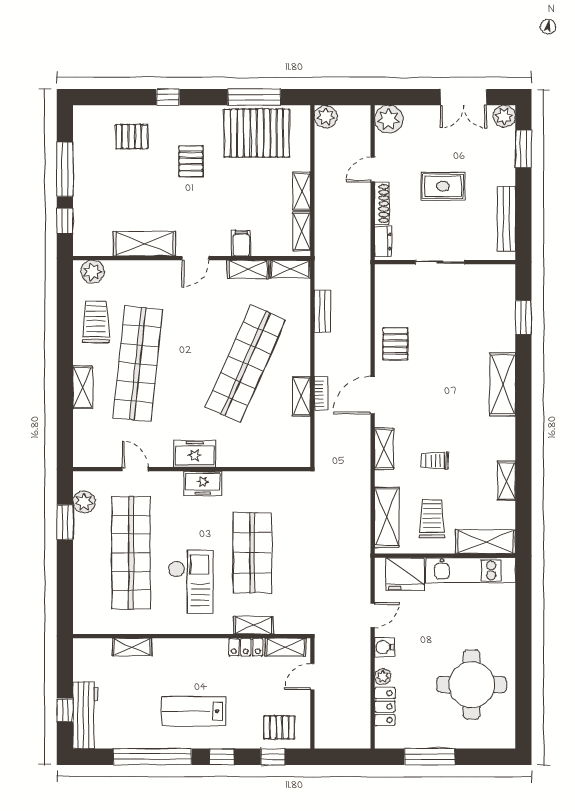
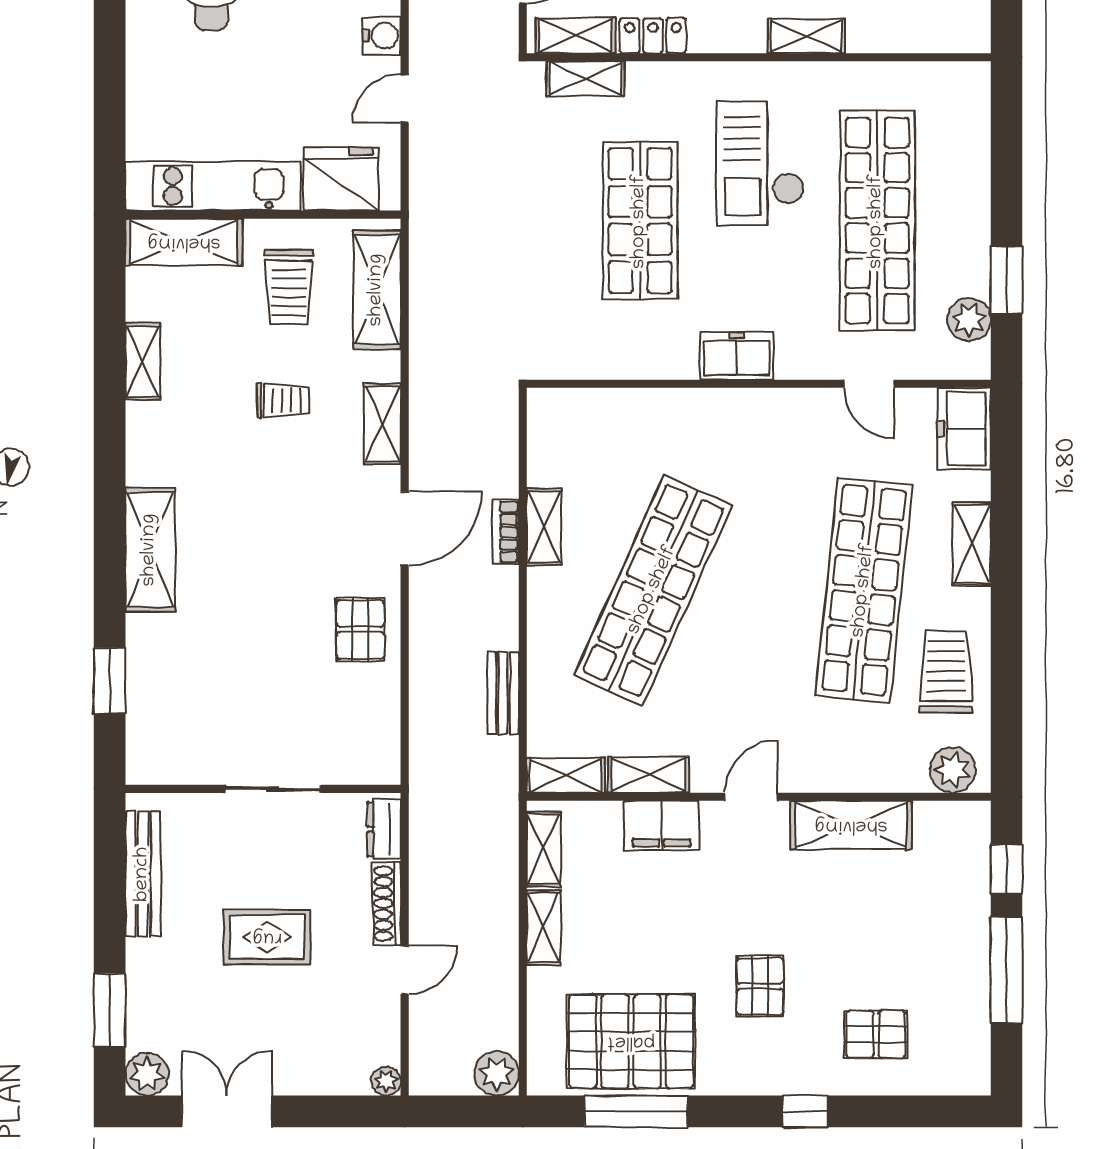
plant: (389, 119) -> (386, 1081), width x0.53, depth x0.53
filing cabinet: (241, 243) -> (662, 826), width x2.00
trolley: (96, 322) -> (946, 672), turned 180
freezer: (195, 454) -> (964, 429), moved, turned 90
shelving: (254, 625) -> (585, 79), moved
shelving: (132, 647) -> (806, 36), moved

